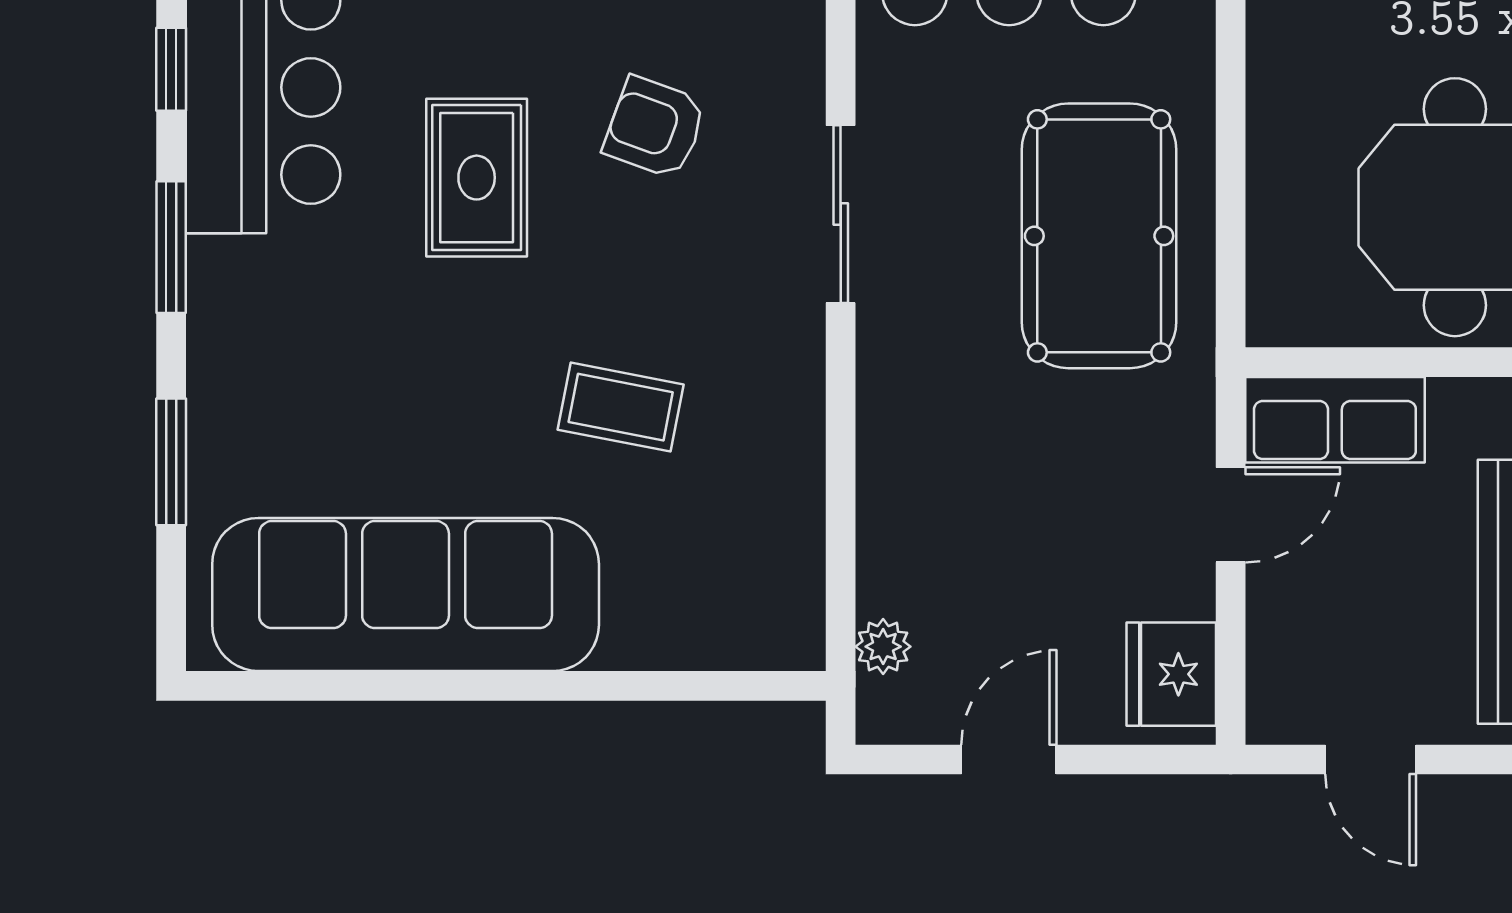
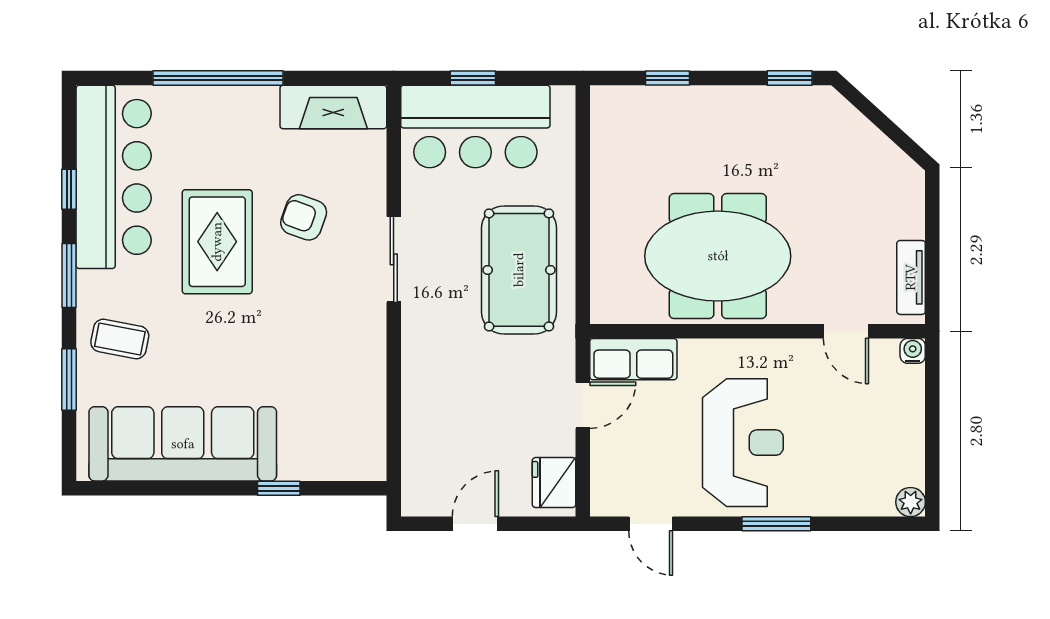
rug: (477, 178) -> (217, 242), width x1.36, depth x1.43
coffee table: (621, 407) -> (120, 339), moved
plant: (883, 647) -> (414, 469), removed
window: (603, 686) -> (279, 488), added

